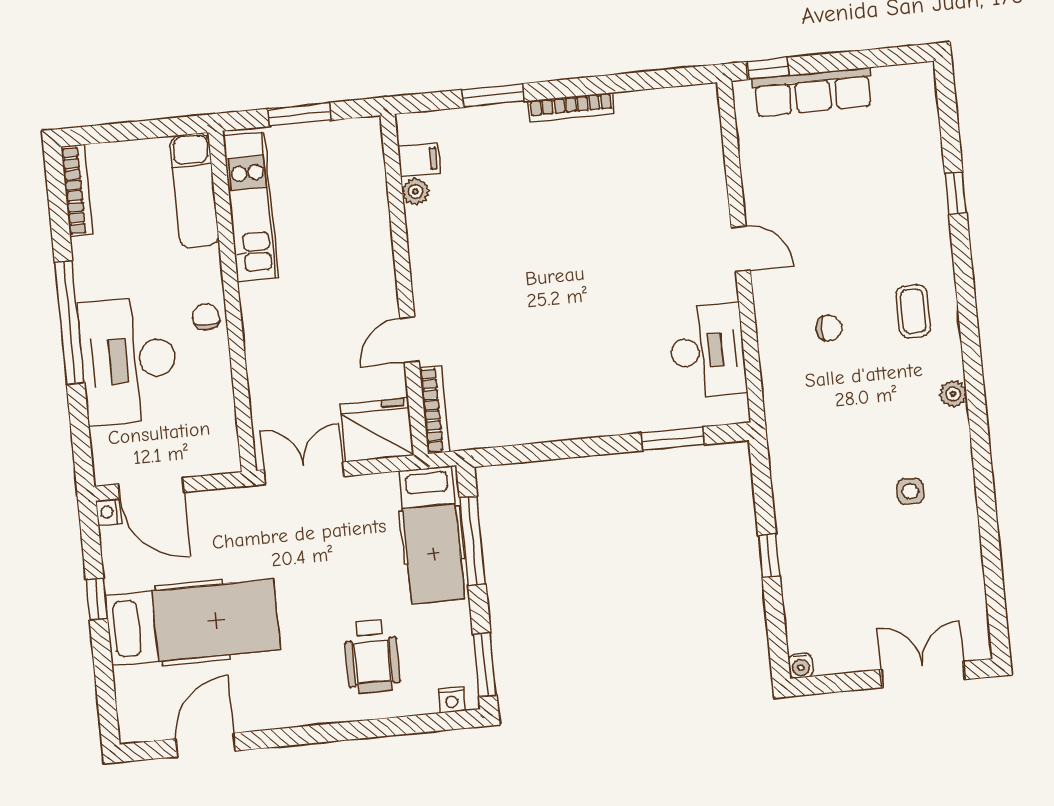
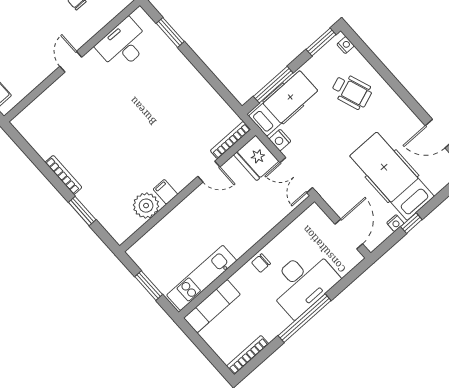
filing cabinet: (419, 160) -> (165, 192), moved
plant: (415, 192) -> (146, 206), width x1.87, depth x1.87
nightstand: (378, 488) -> (280, 140), added
nightstand: (109, 512) -> (395, 223), moved
wheelchair: (372, 656) -> (352, 91), turned 70

